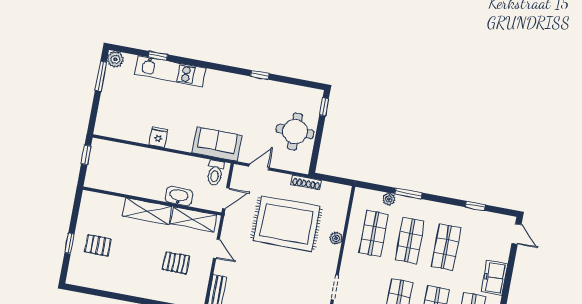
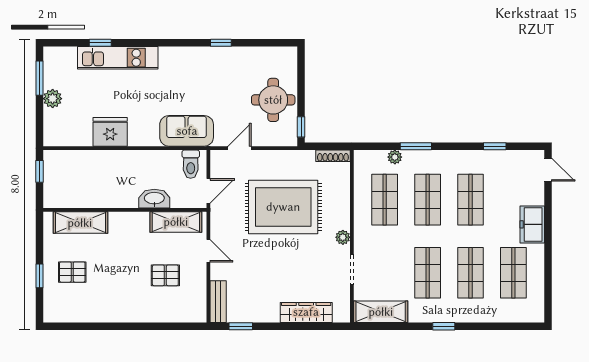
plant: (115, 59) -> (53, 99), moved
window: (324, 107) -> (301, 127), moved
fridge: (158, 137) -> (110, 132), width x1.88, depth x1.34
shoe rack: (306, 183) -> (333, 156), moved
shelving: (147, 211) -> (80, 223), moved
plant: (336, 238) -> (343, 237), moved

